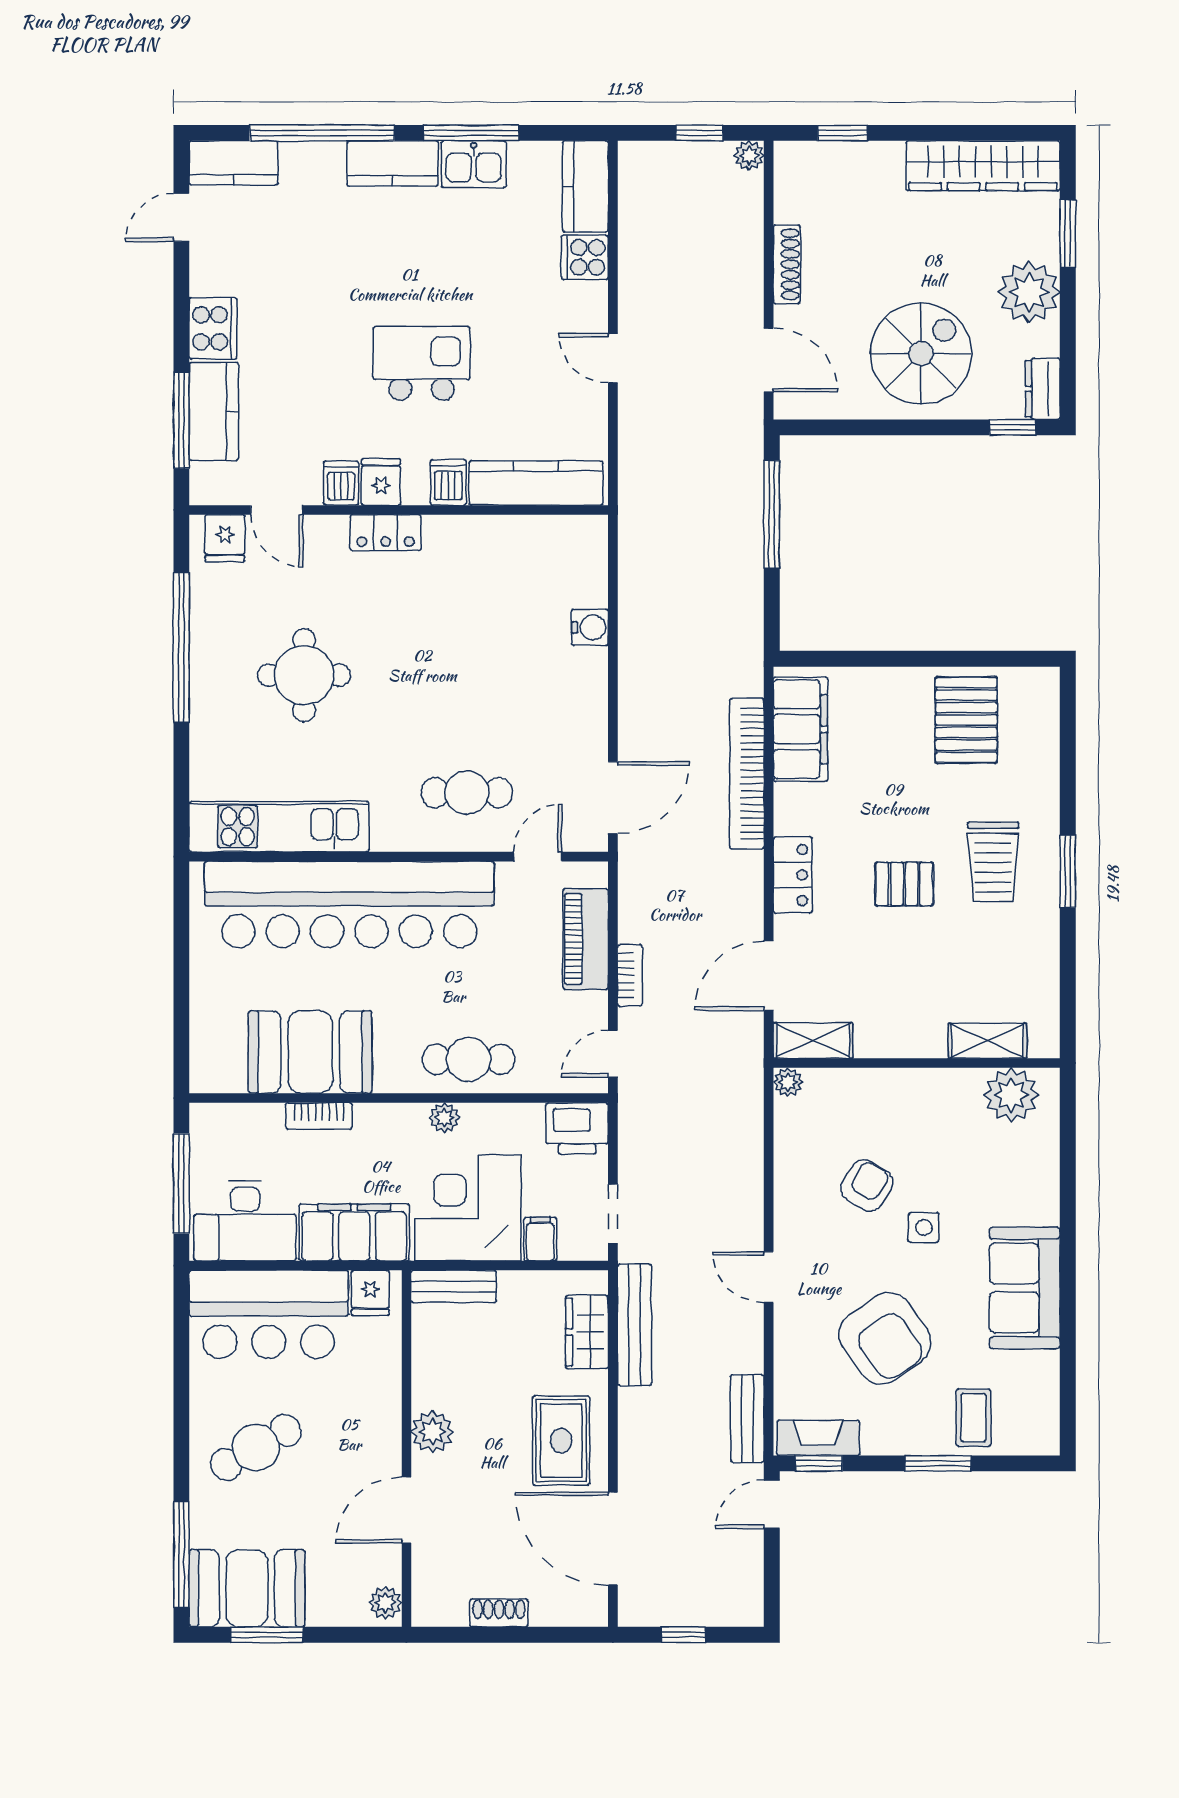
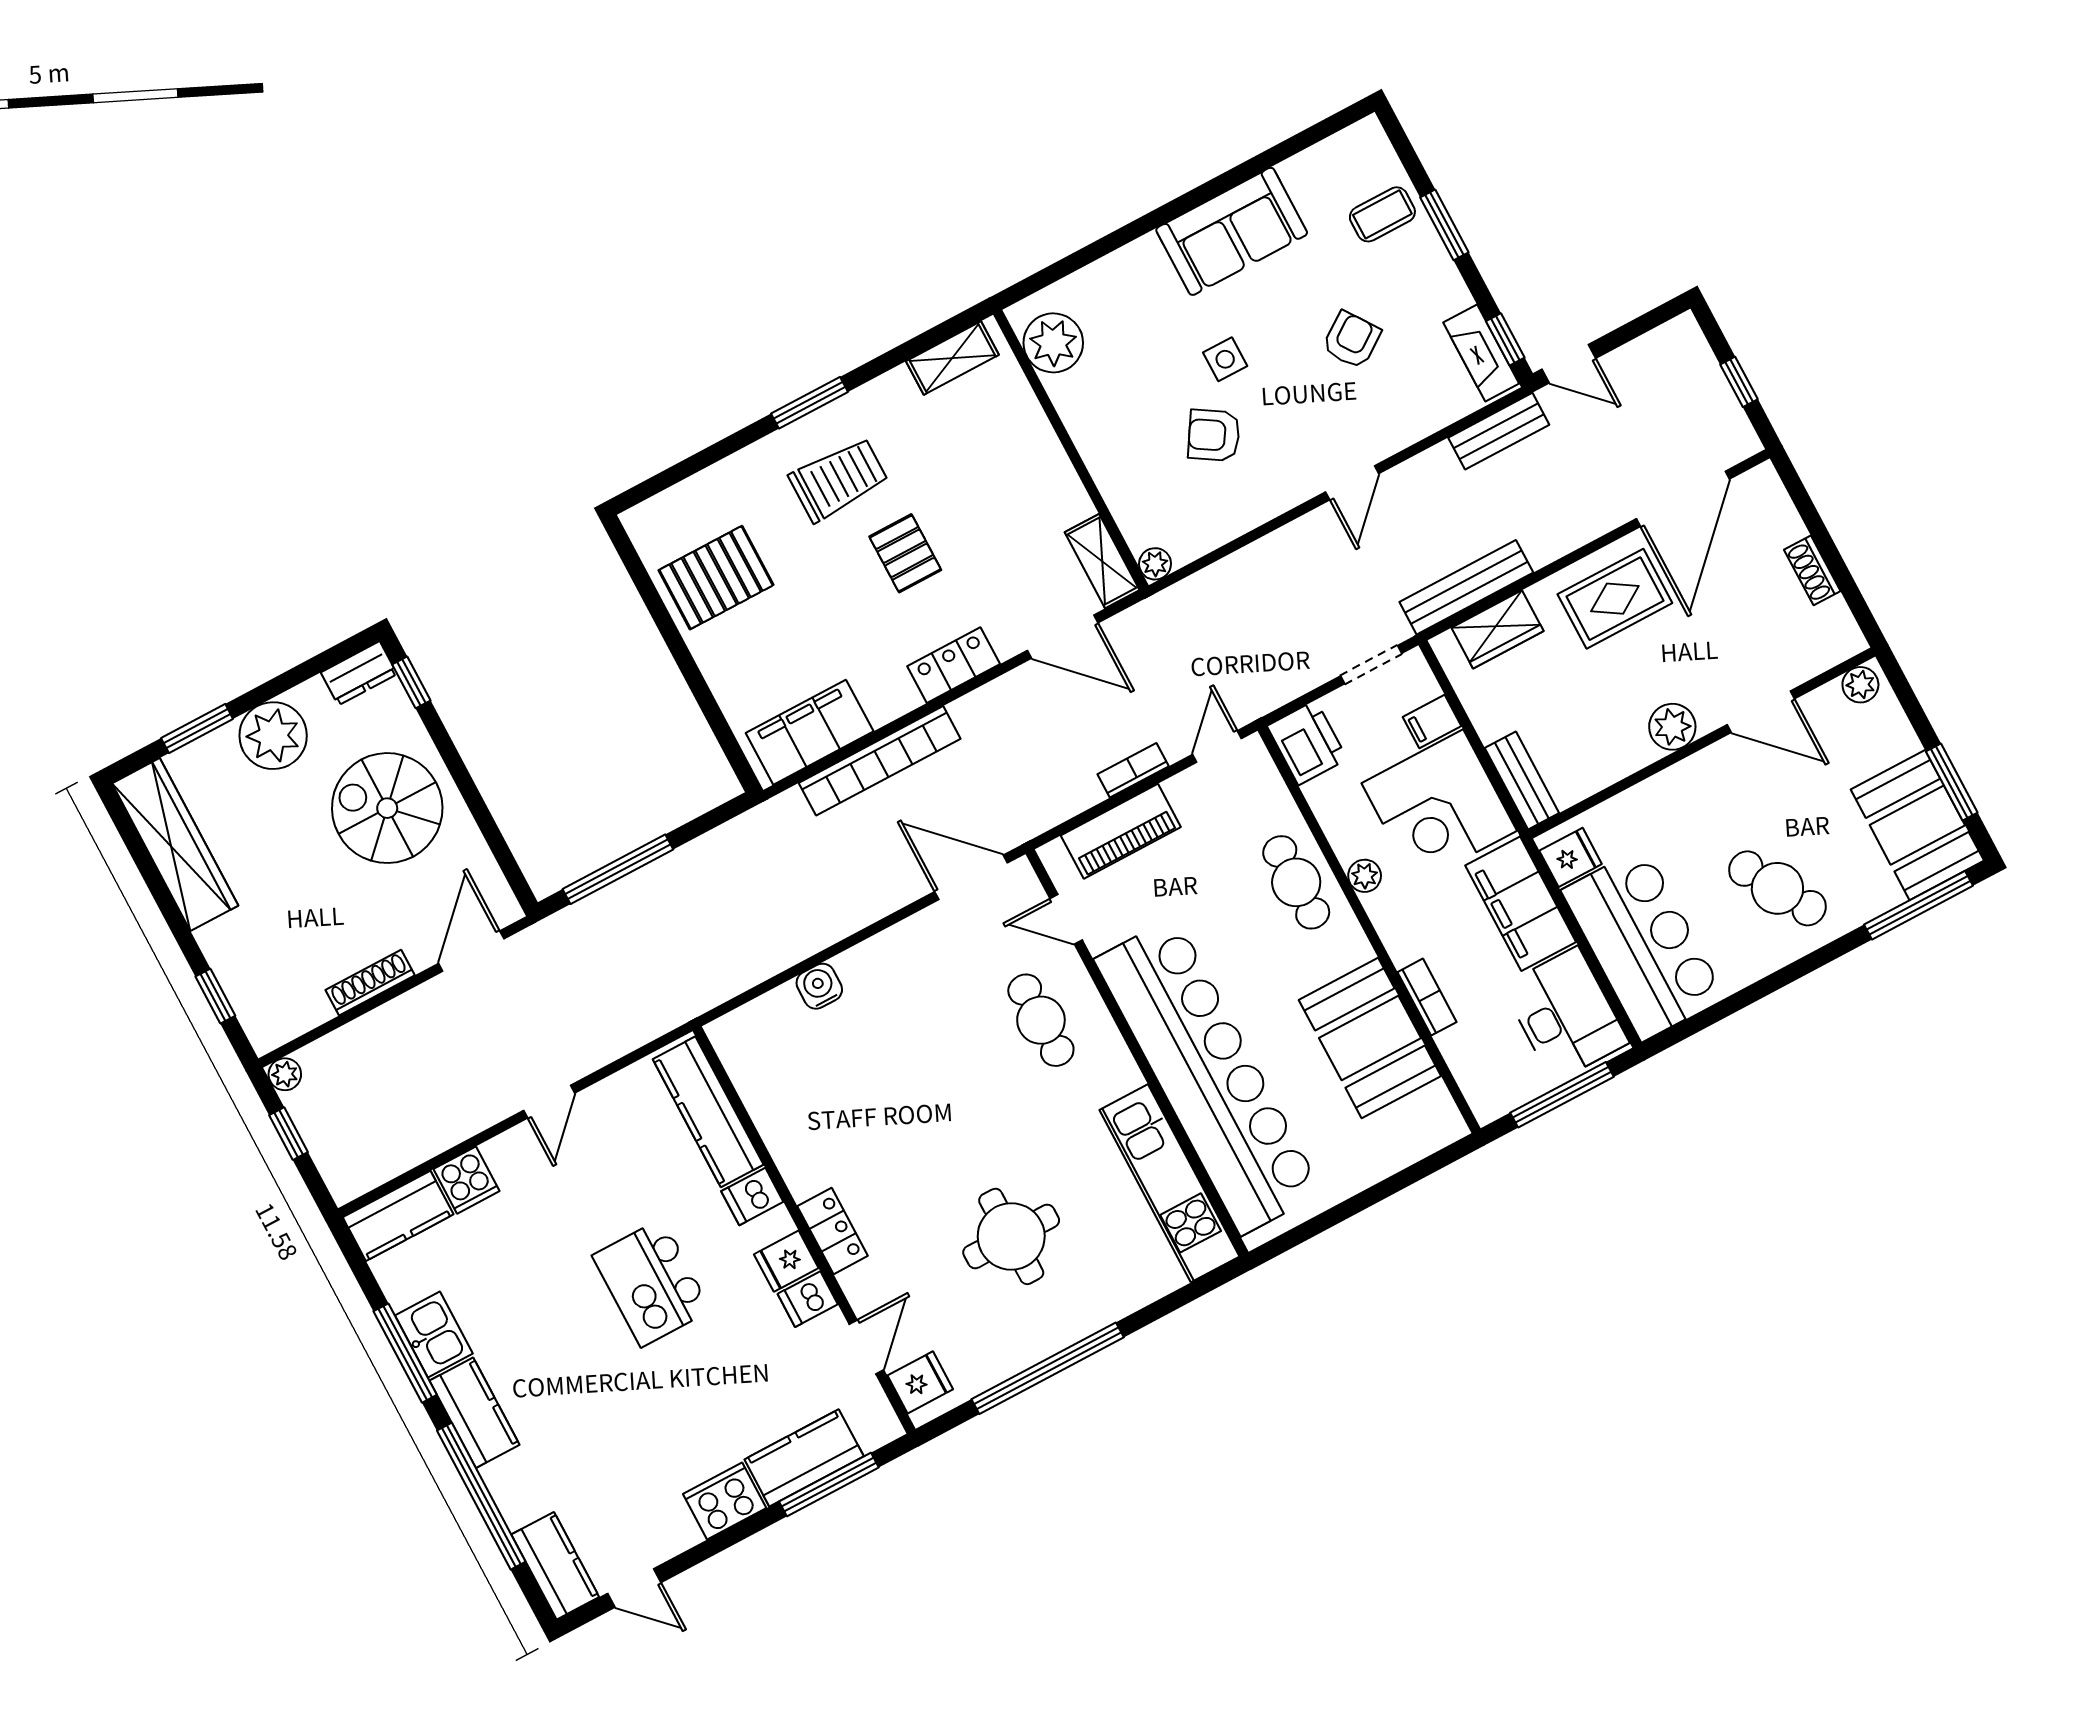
shelving: (987, 1041) -> (952, 358), moved, turned 90
door: (613, 1054) -> (1217, 746), swing flipped
armchair: (885, 1338) -> (1352, 340), width x0.53, depth x0.53

